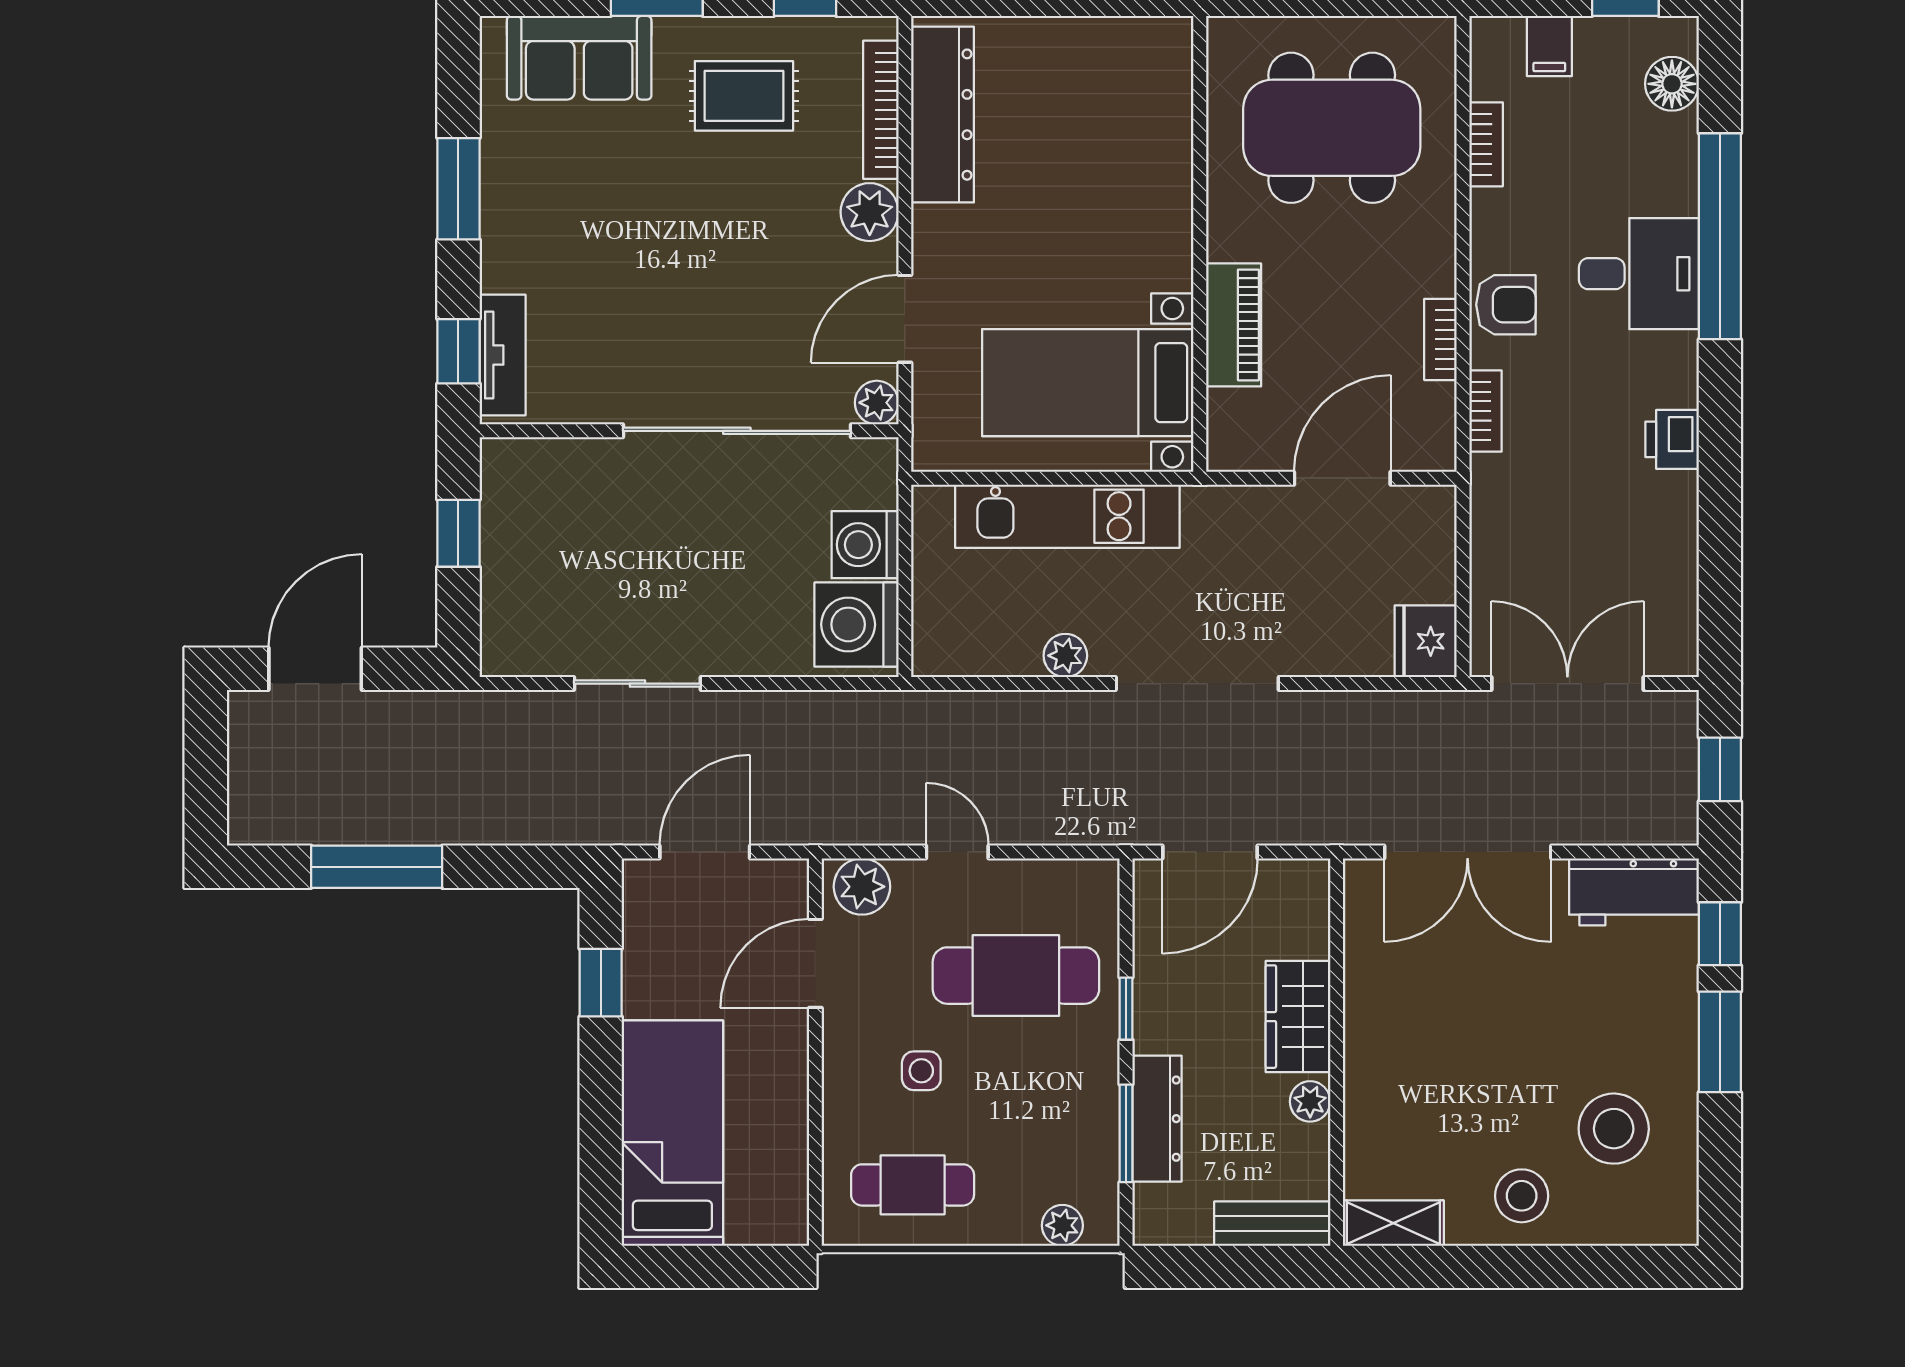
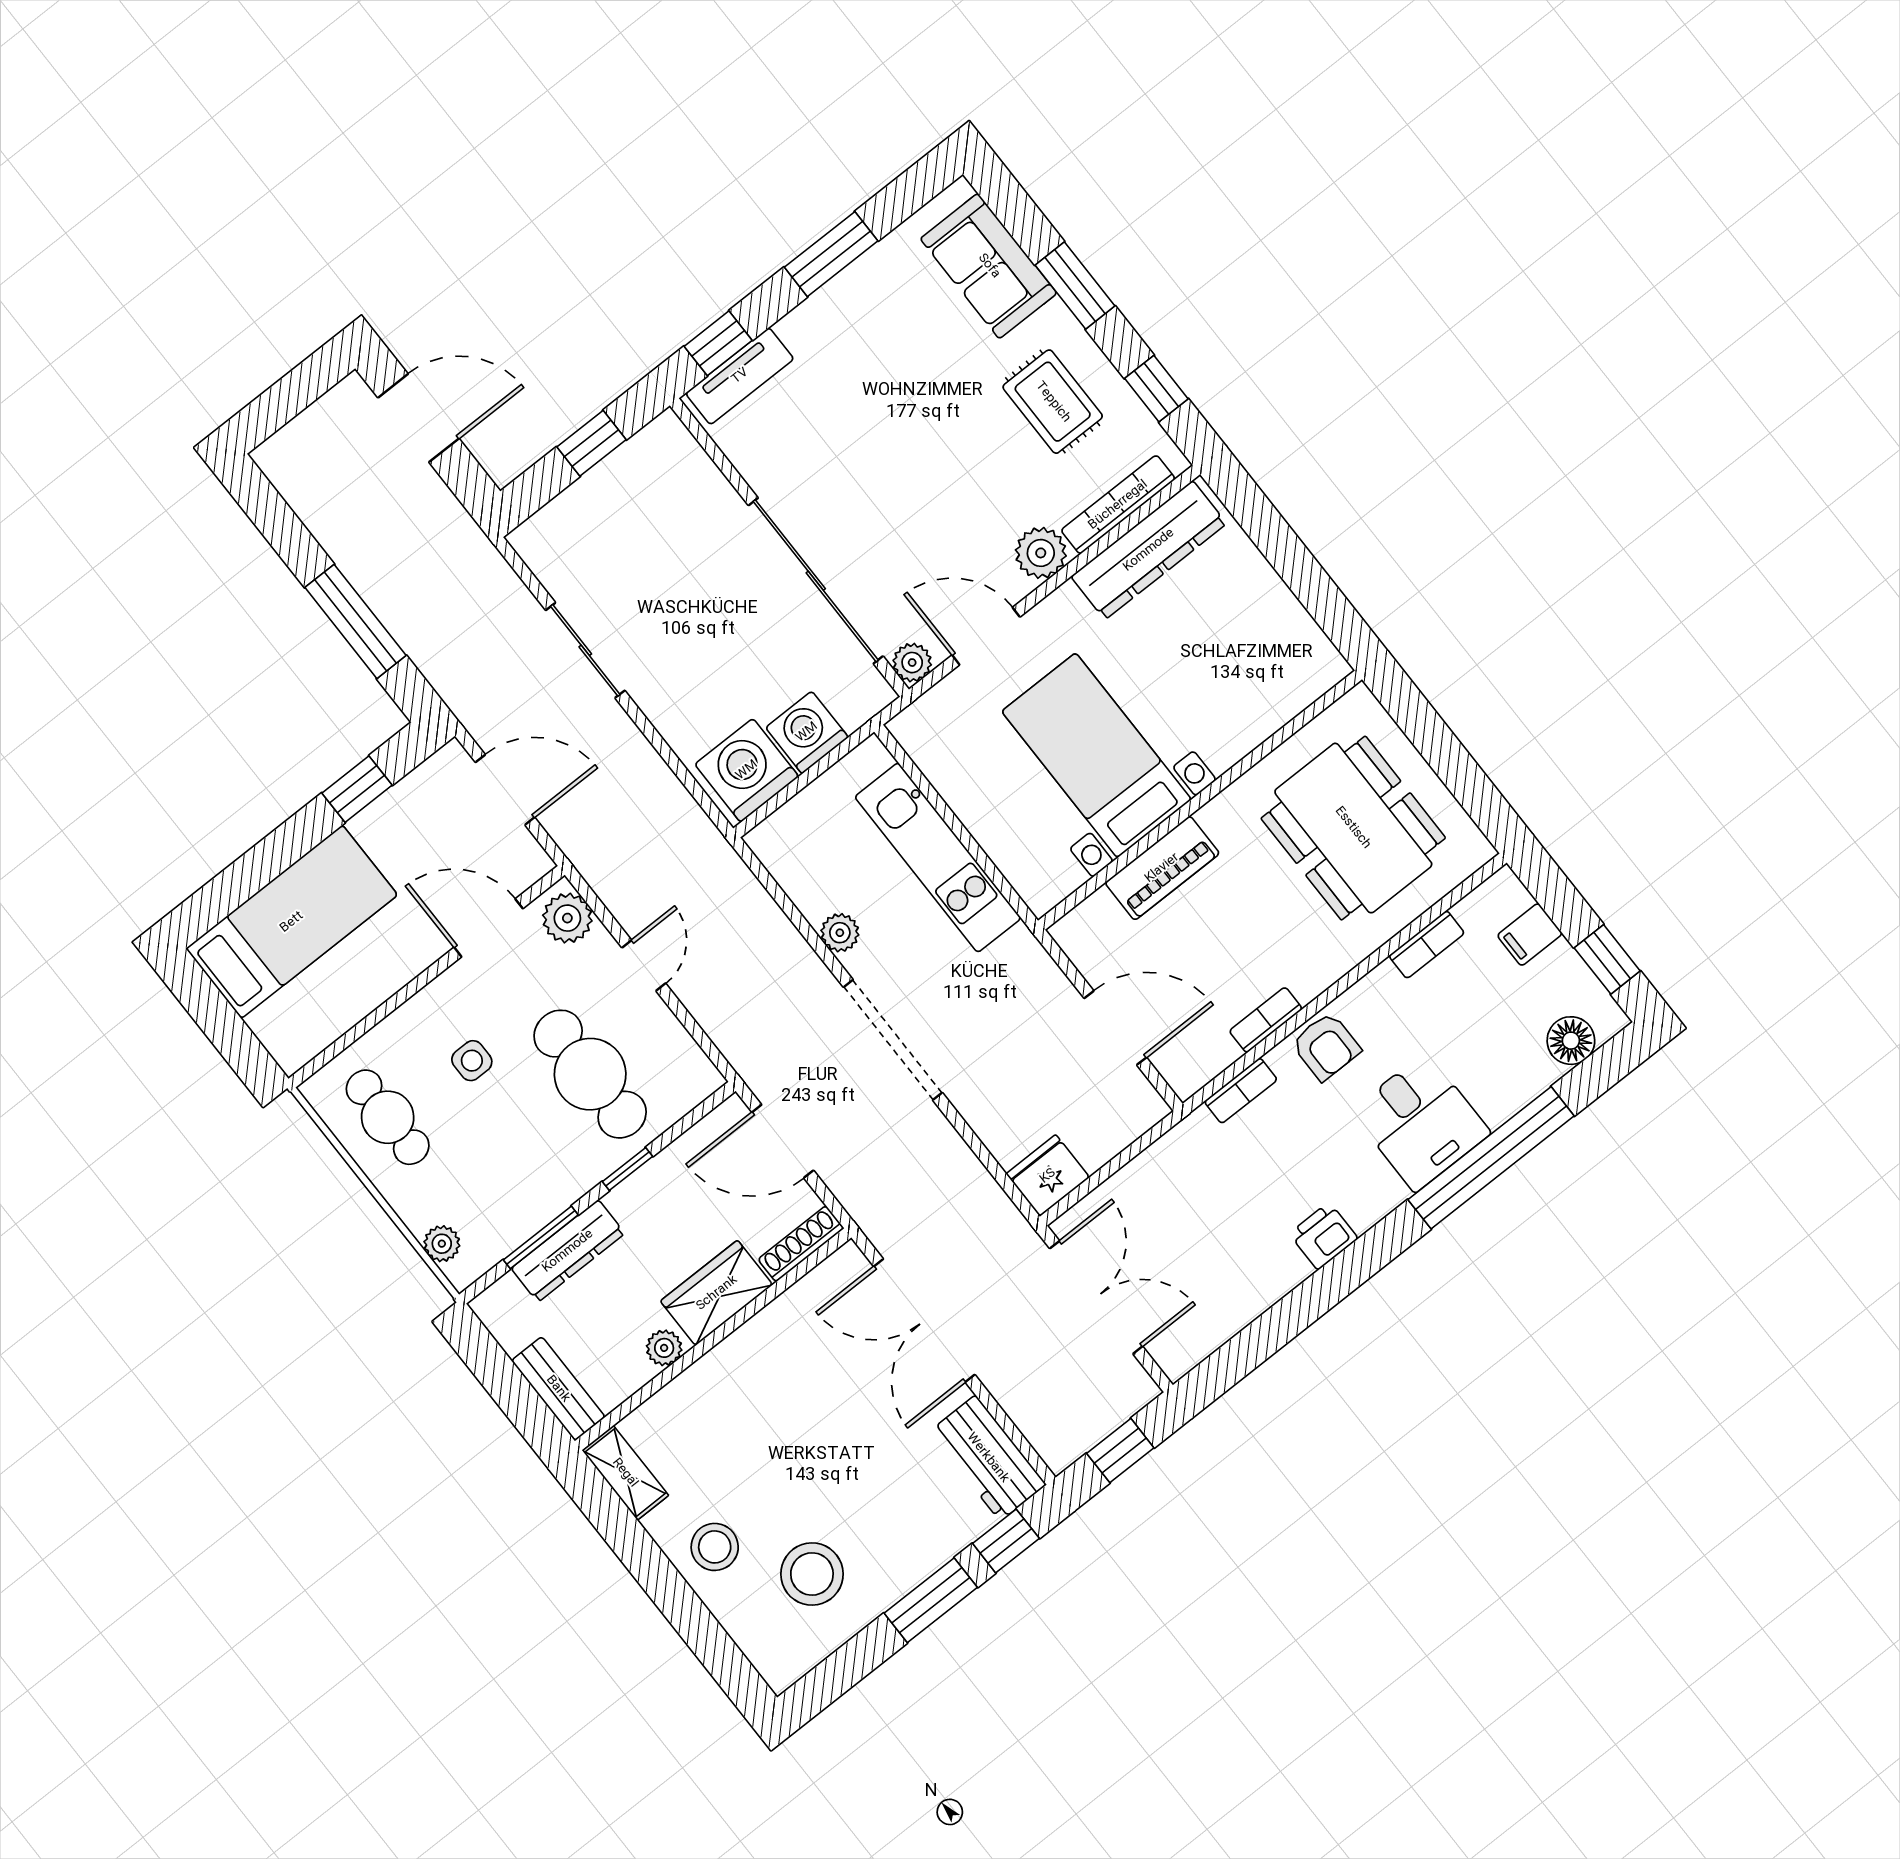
bed with nightstands: (1088, 383) -> (1097, 755), moved
window: (377, 867) -> (355, 621), moved
shoe rack: (1314, 907) -> (801, 1244), added

